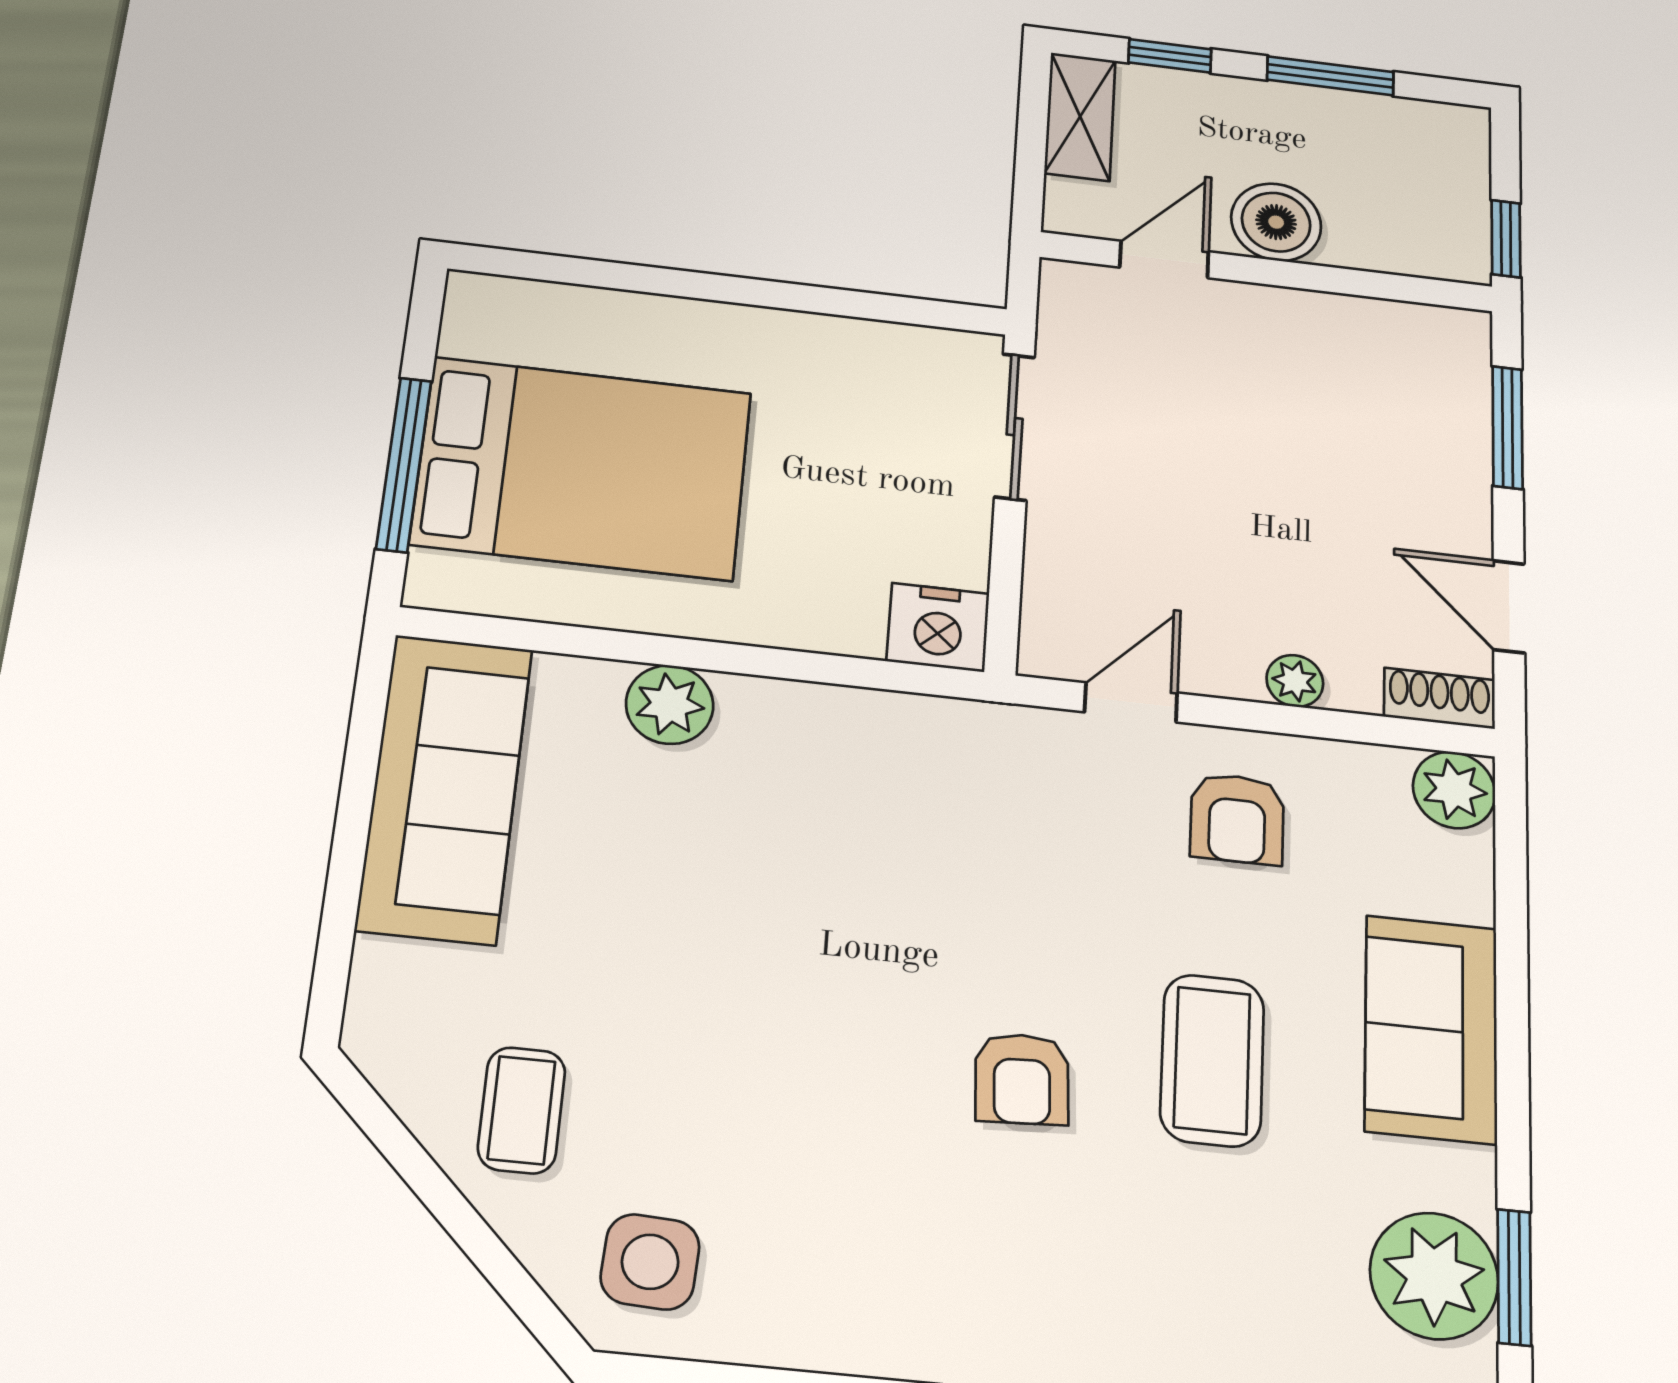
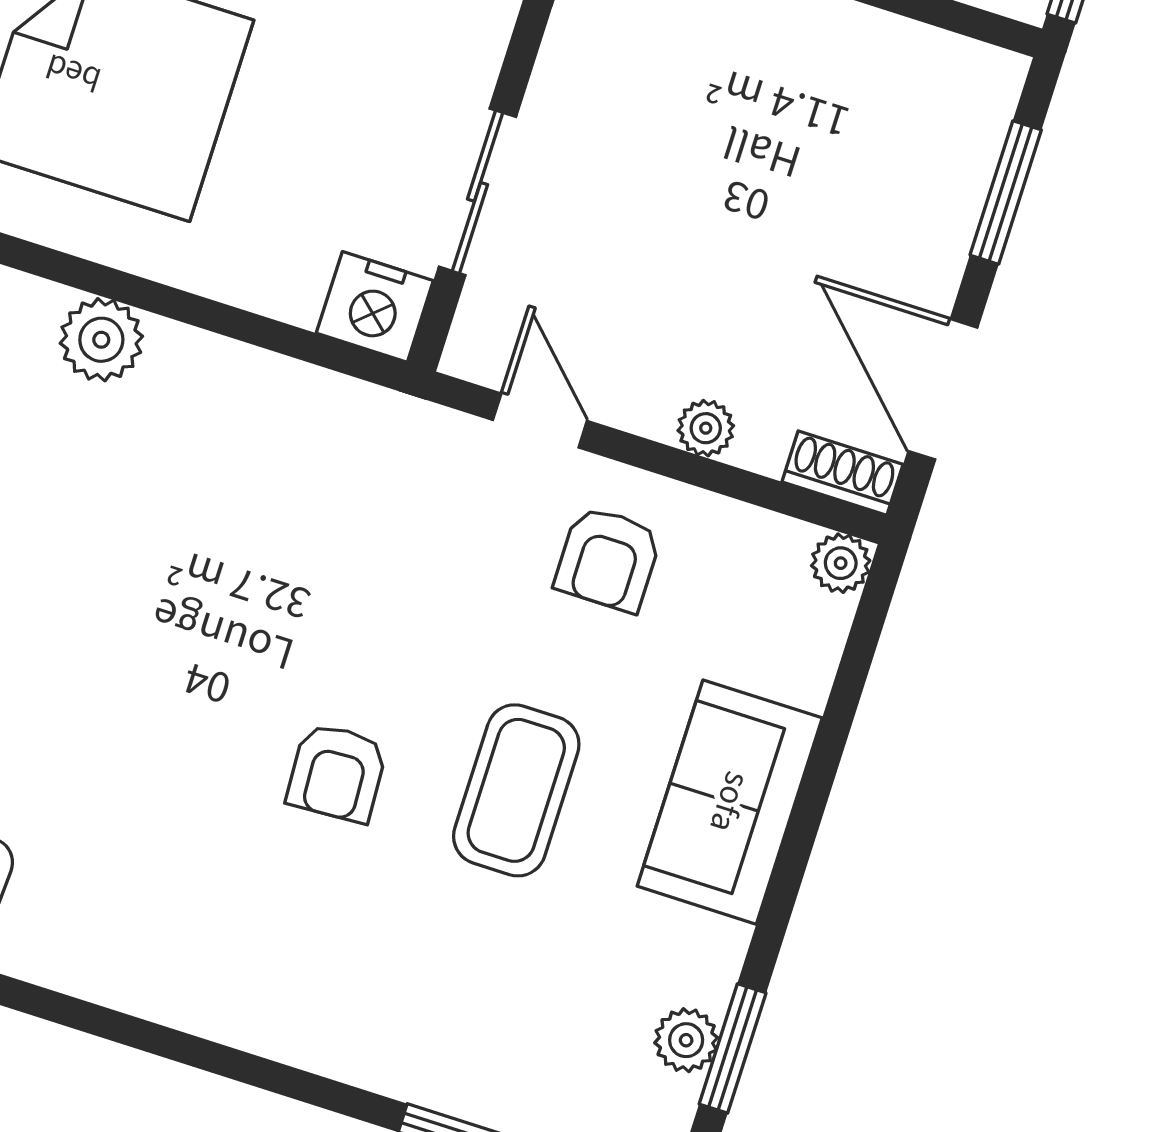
sliding door: (1015, 427) -> (478, 192), moved
door: (1509, 607) -> (943, 389), width x1.38
door: (1131, 702) -> (540, 420), hinge flipped
plant: (1454, 790) -> (841, 563), width x0.73, depth x0.73
plant: (1434, 1276) -> (686, 1040), width x0.53, depth x0.53

